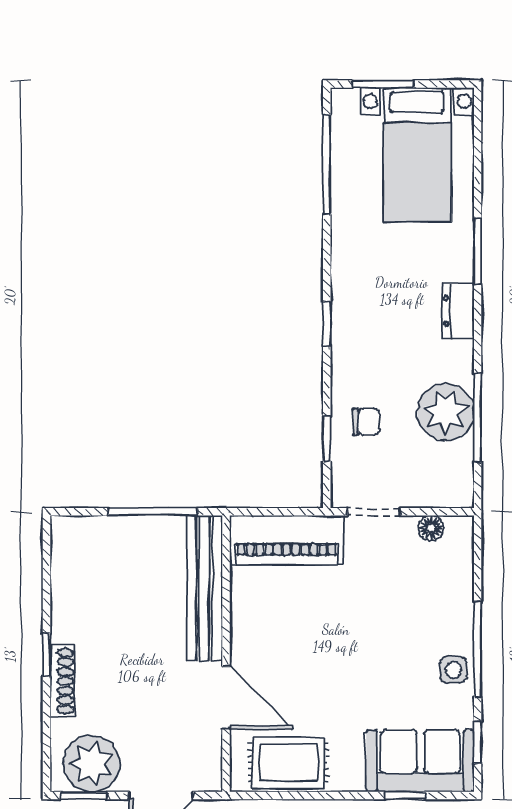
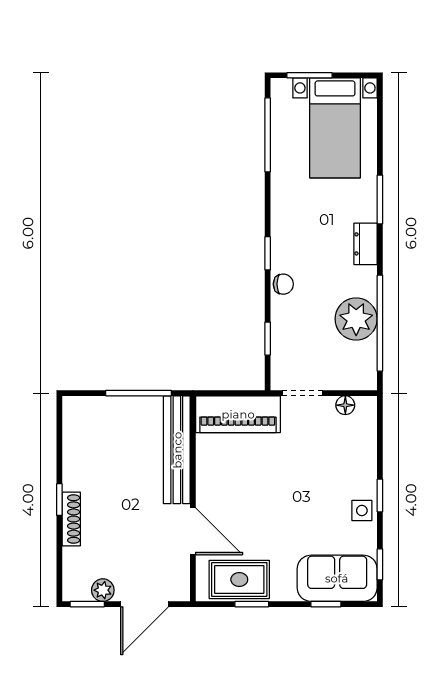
window: (478, 418) -> (380, 323), width x1.46
chair: (366, 422) -> (283, 284), moved
window: (478, 649) -> (380, 495), width x0.46
plant: (92, 764) -> (103, 590), width x0.53, depth x0.53
window: (305, 796) -> (252, 604), added

